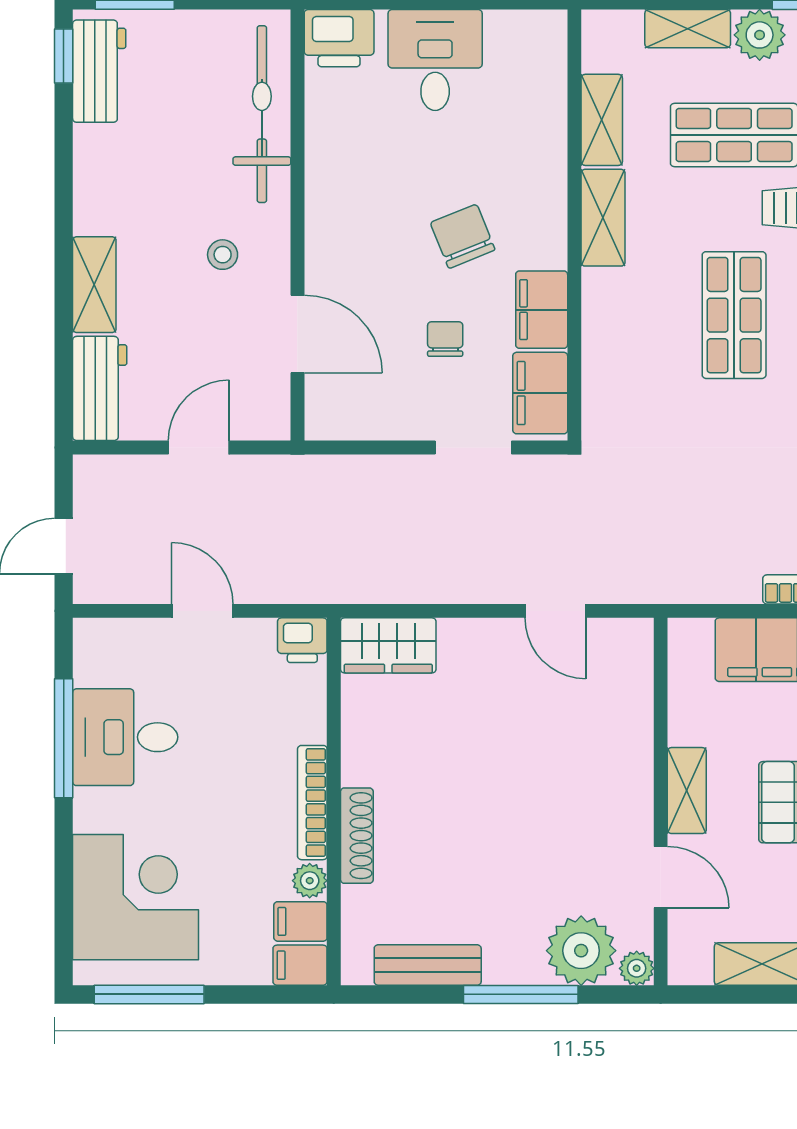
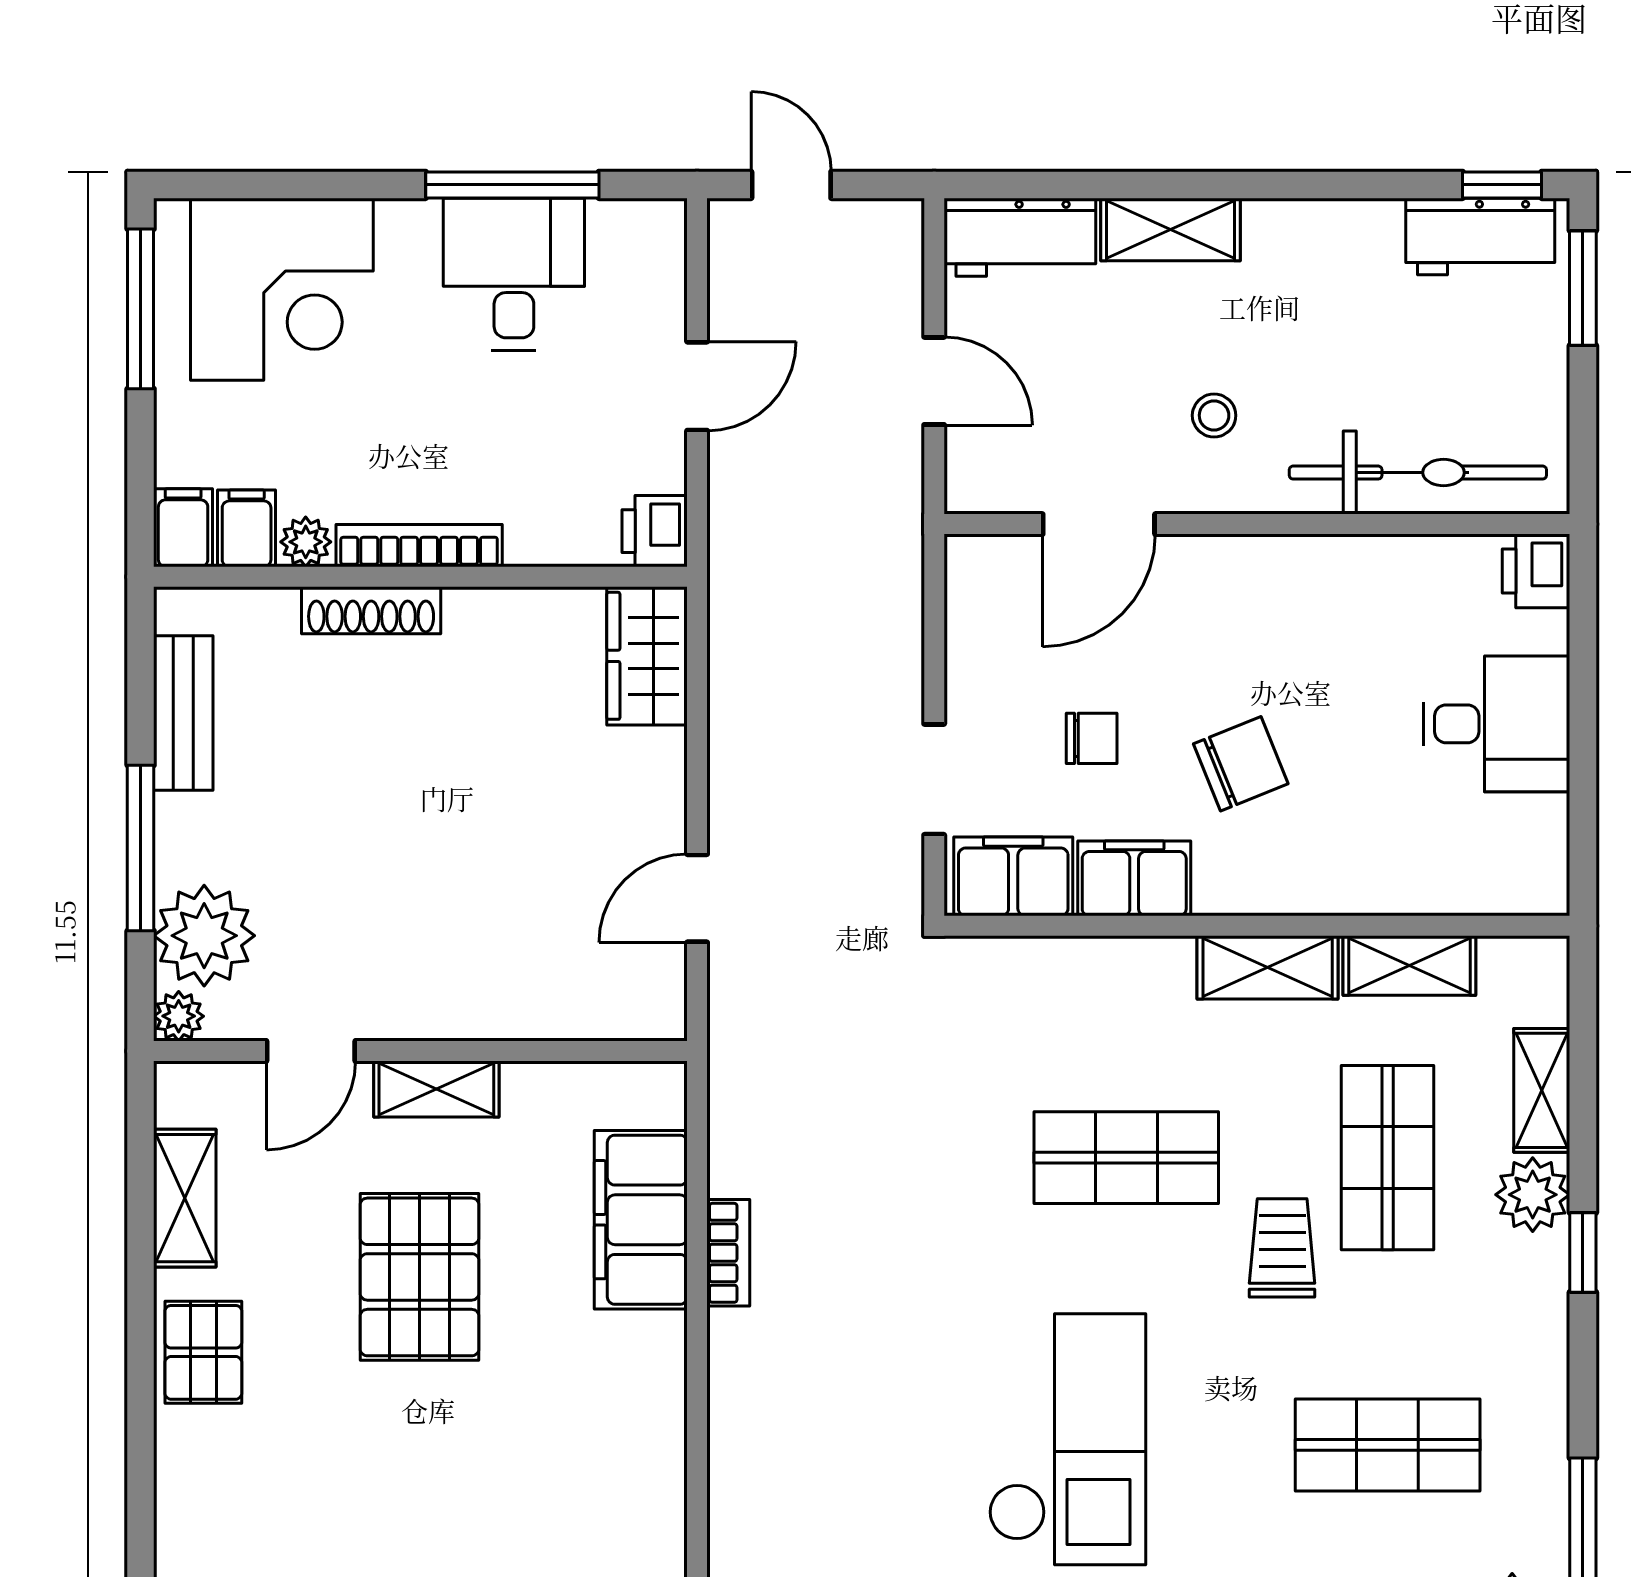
printer: (339, 38) -> (1536, 571), width x0.73, depth x0.81

